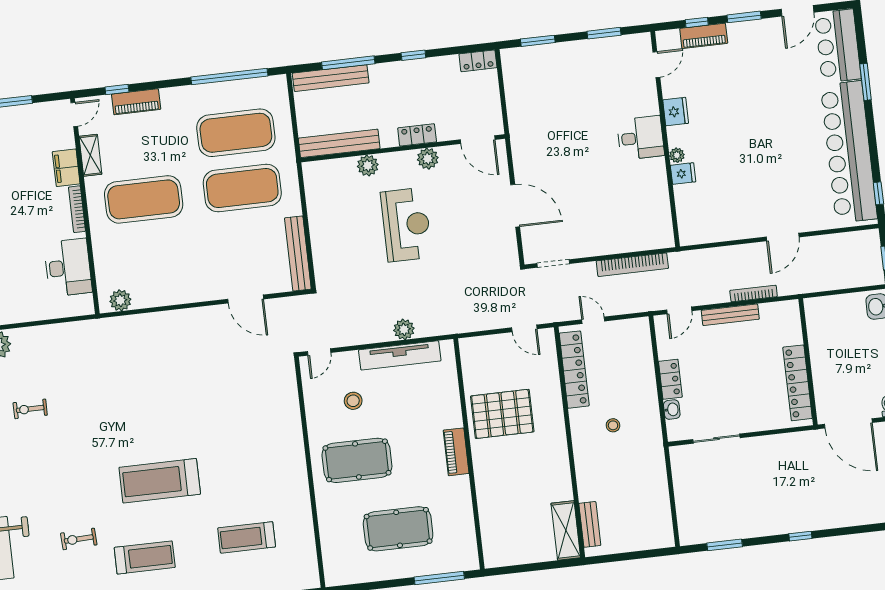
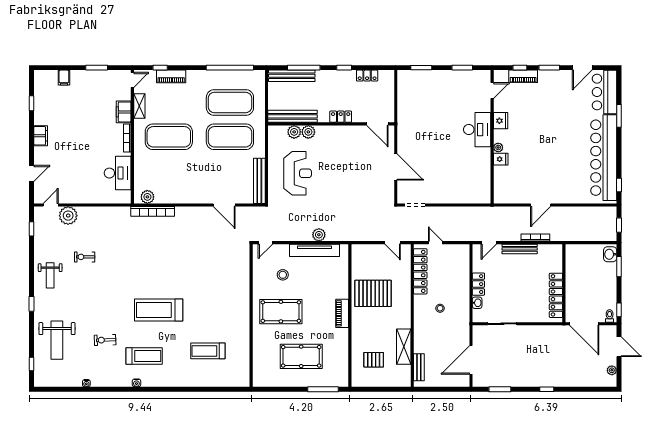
locker: (478, 61) -> (367, 76), moved
desk: (640, 138) -> (477, 130), width x1.37
plant: (428, 159) -> (294, 132), moved
reception desk: (406, 225) -> (298, 173), moved
door: (783, 237) -> (541, 205), moved
bookcase: (632, 265) -> (153, 211), moved
door: (673, 503) -> (471, 360), added
pallet: (516, 521) -> (374, 360), added
shelving: (566, 530) -> (404, 347), moved

